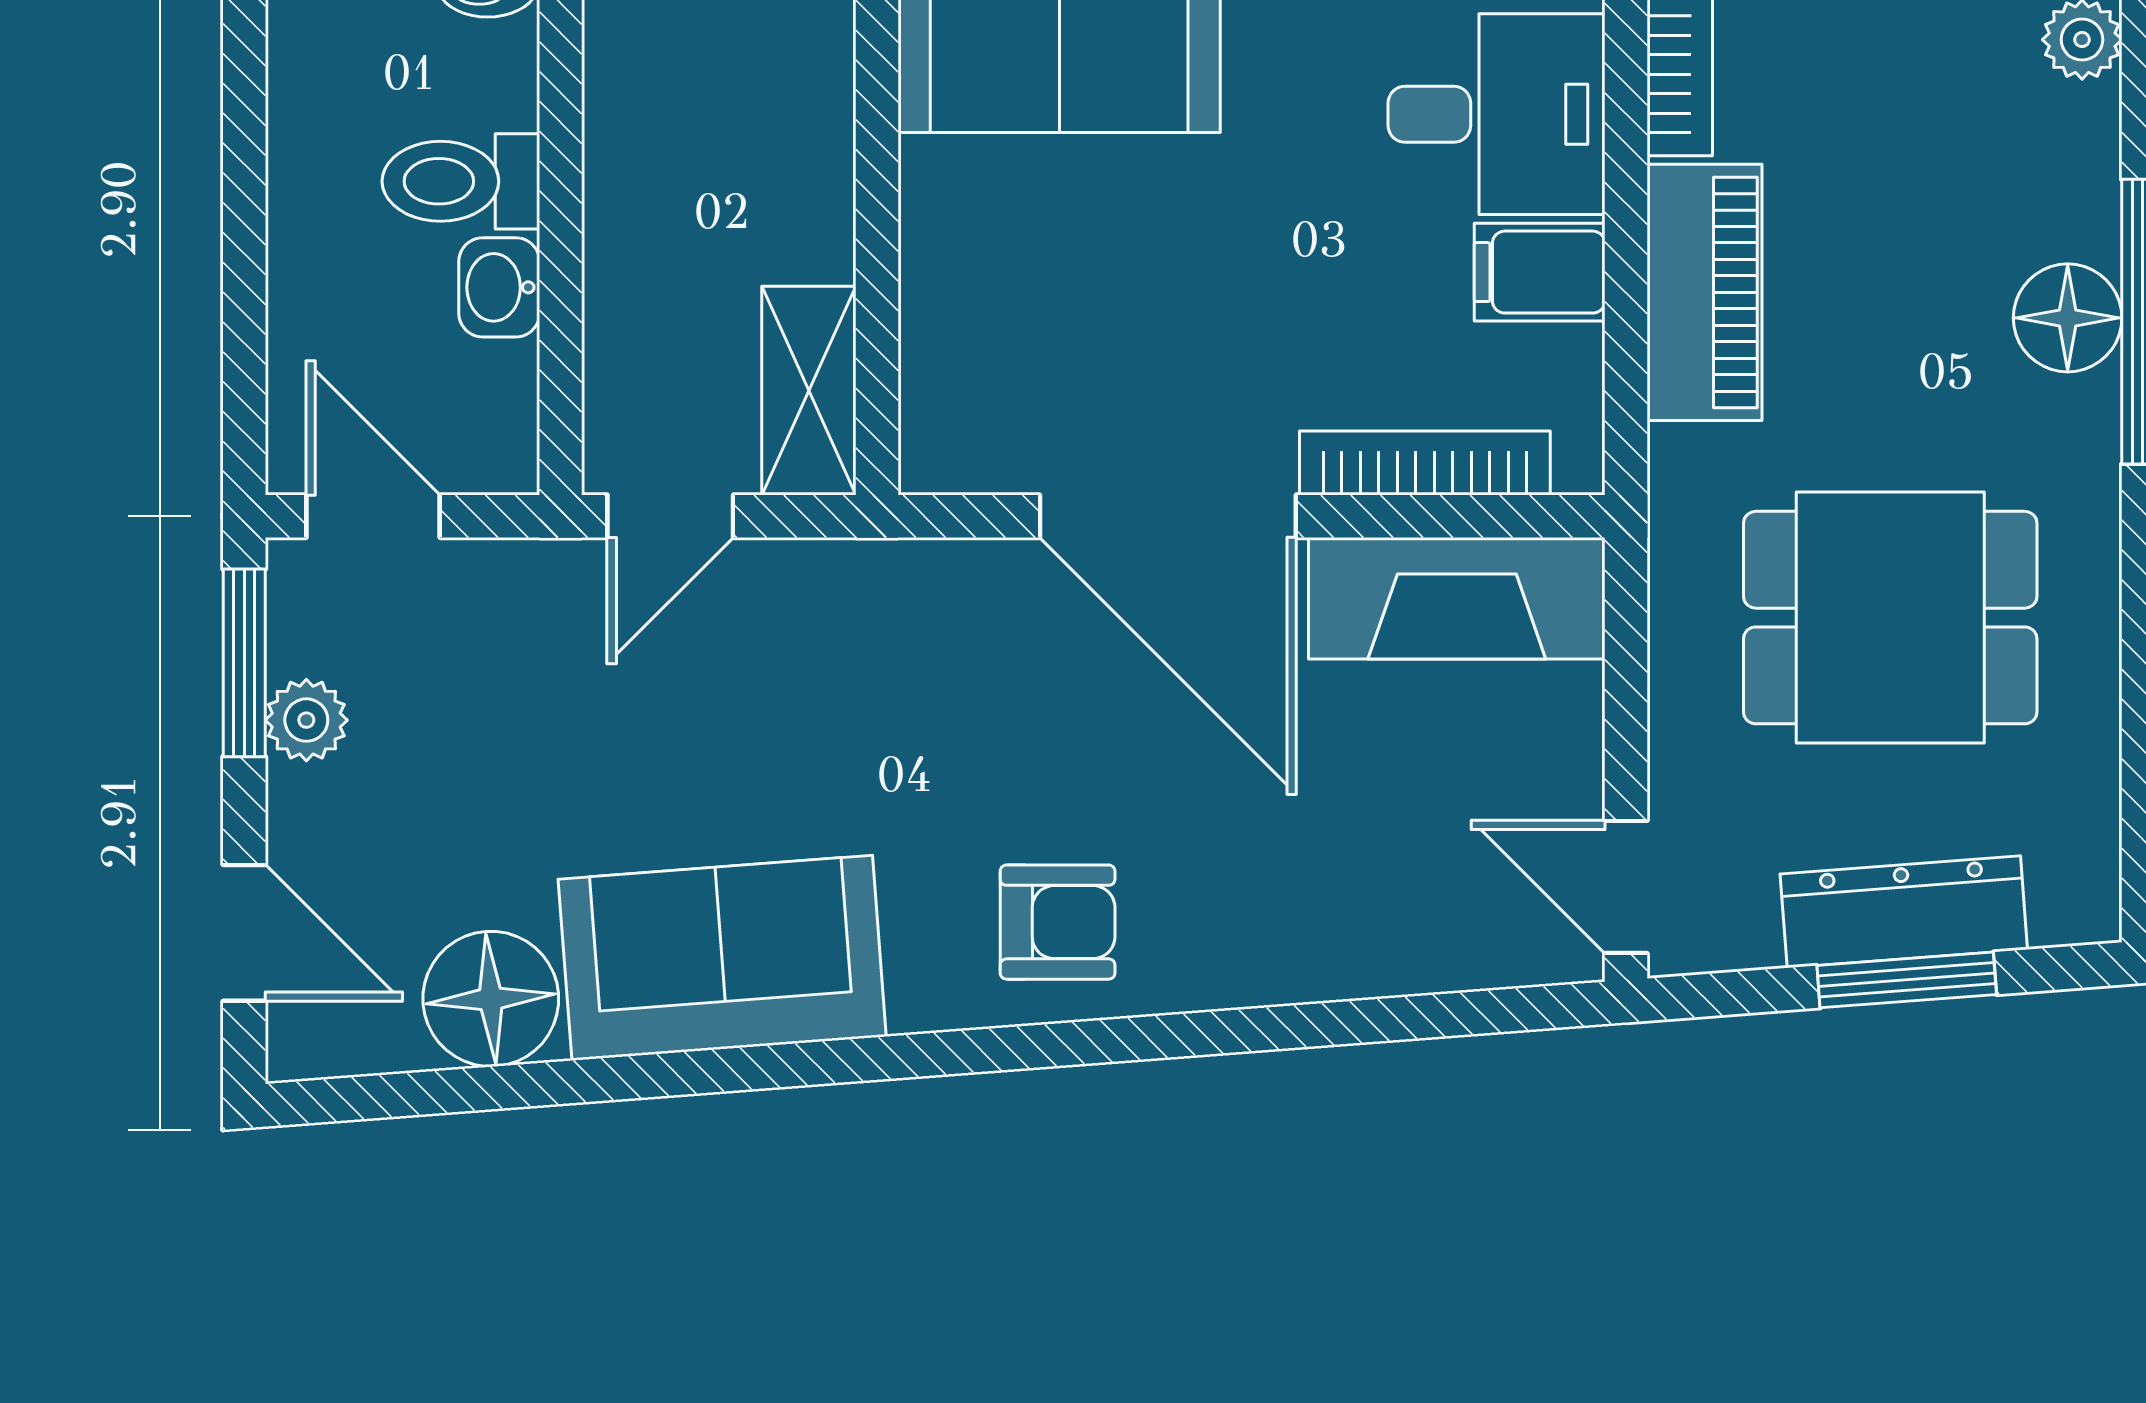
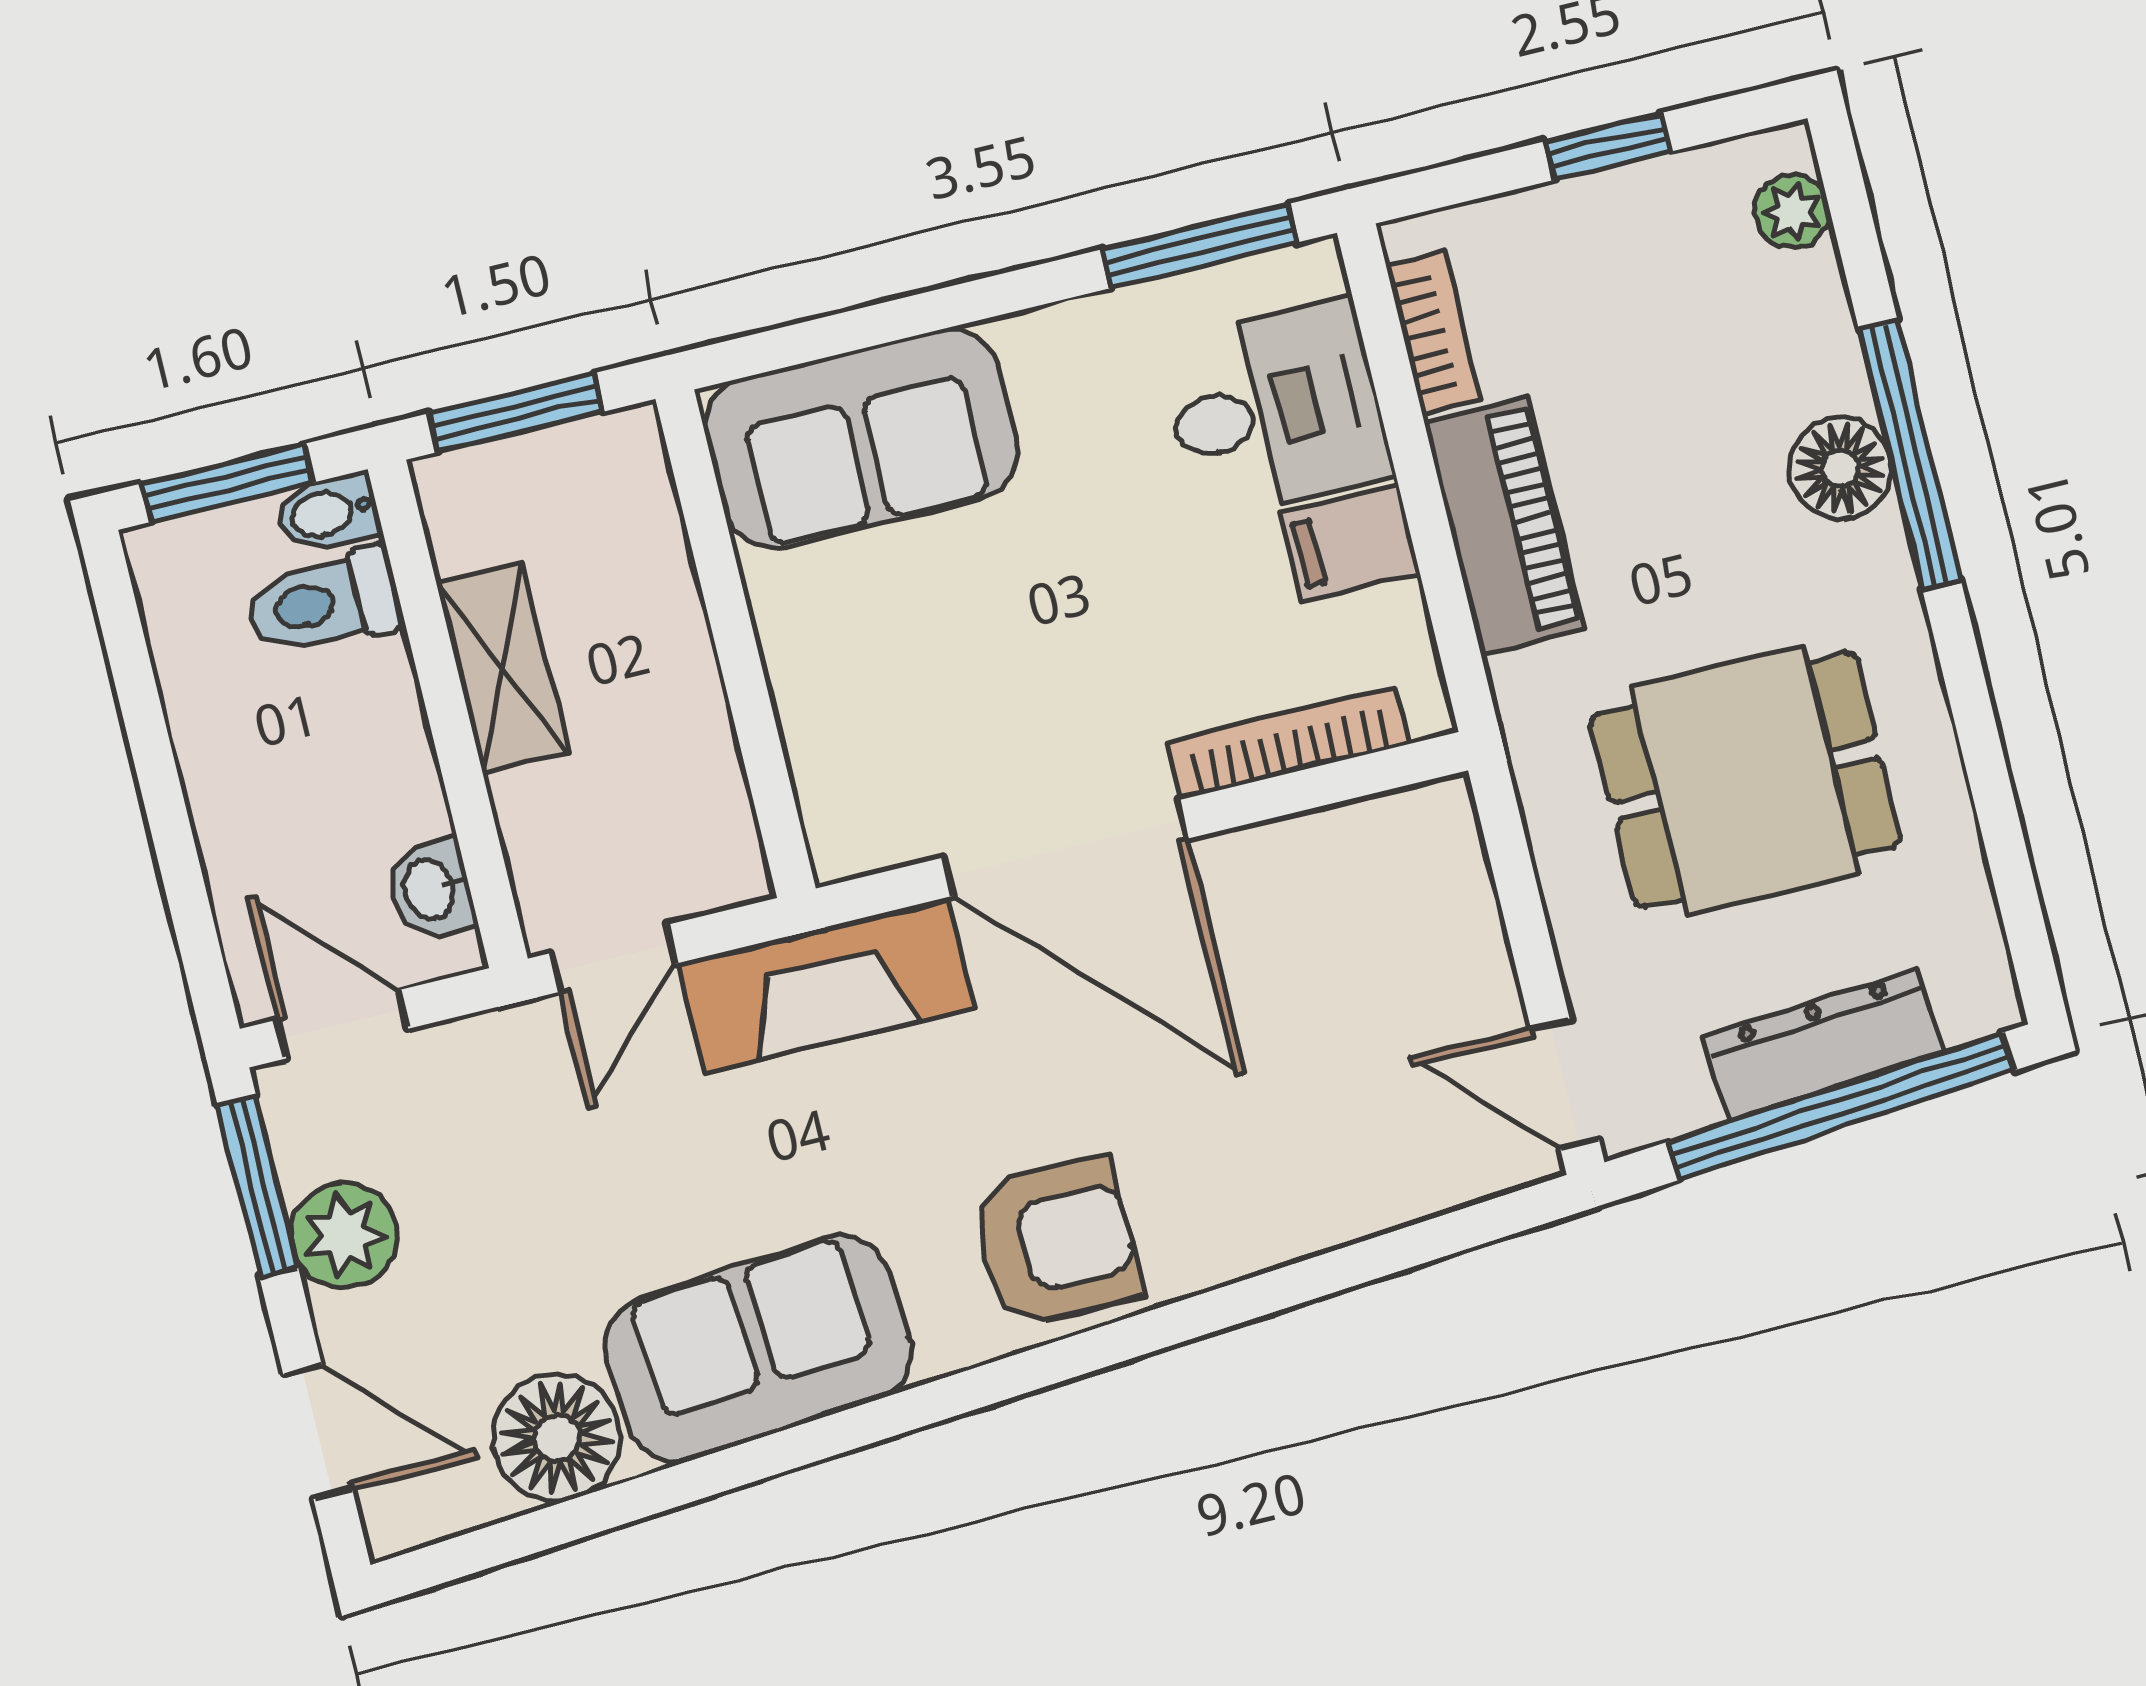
toilet: (461, 181) -> (324, 602), moved
washbasin: (499, 287) -> (431, 889), moved
shelving: (809, 391) -> (502, 668), moved
fireplace: (1457, 598) -> (826, 985), moved
plant: (306, 720) -> (344, 1235), width x1.38, depth x1.38
armchair: (1058, 922) -> (1055, 1242), width x1.38, depth x1.38
window: (1907, 980) -> (1841, 1106), width x2.11

